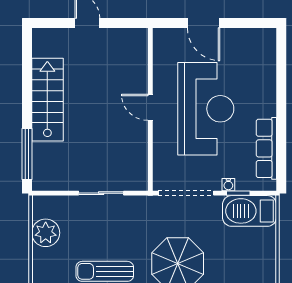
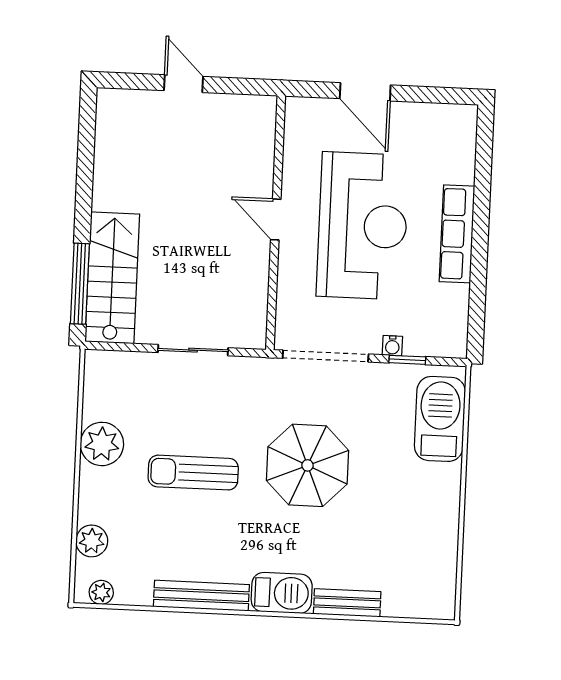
stairs: (47, 100) -> (112, 278), moved
row of seats: (266, 148) -> (457, 234), moved
barbecue: (249, 211) -> (440, 419), moved, turned 90
plant: (46, 233) -> (102, 444), moved

